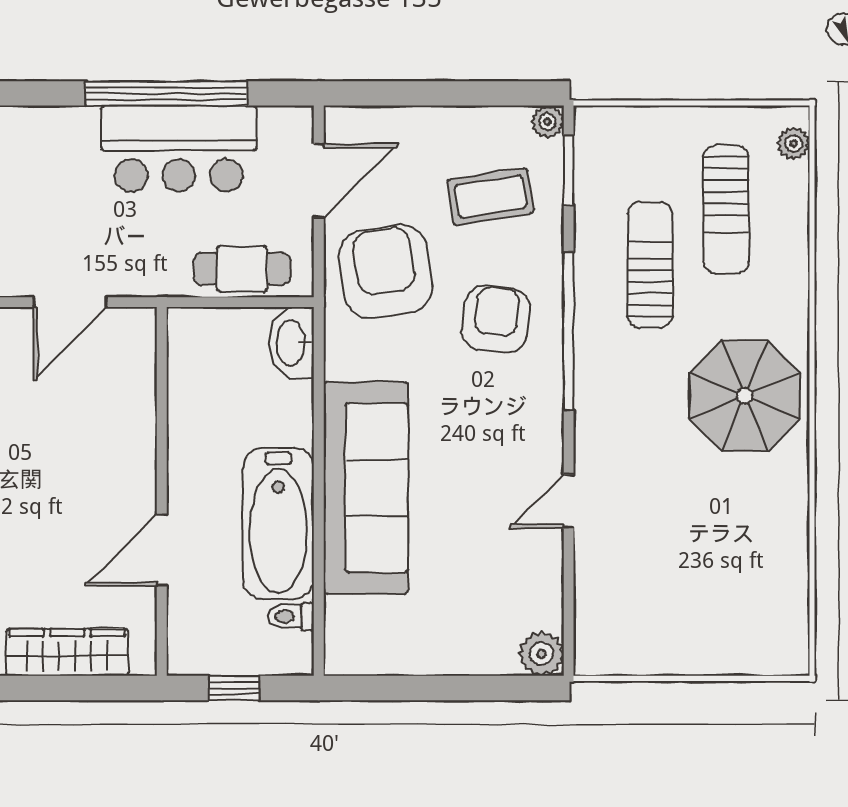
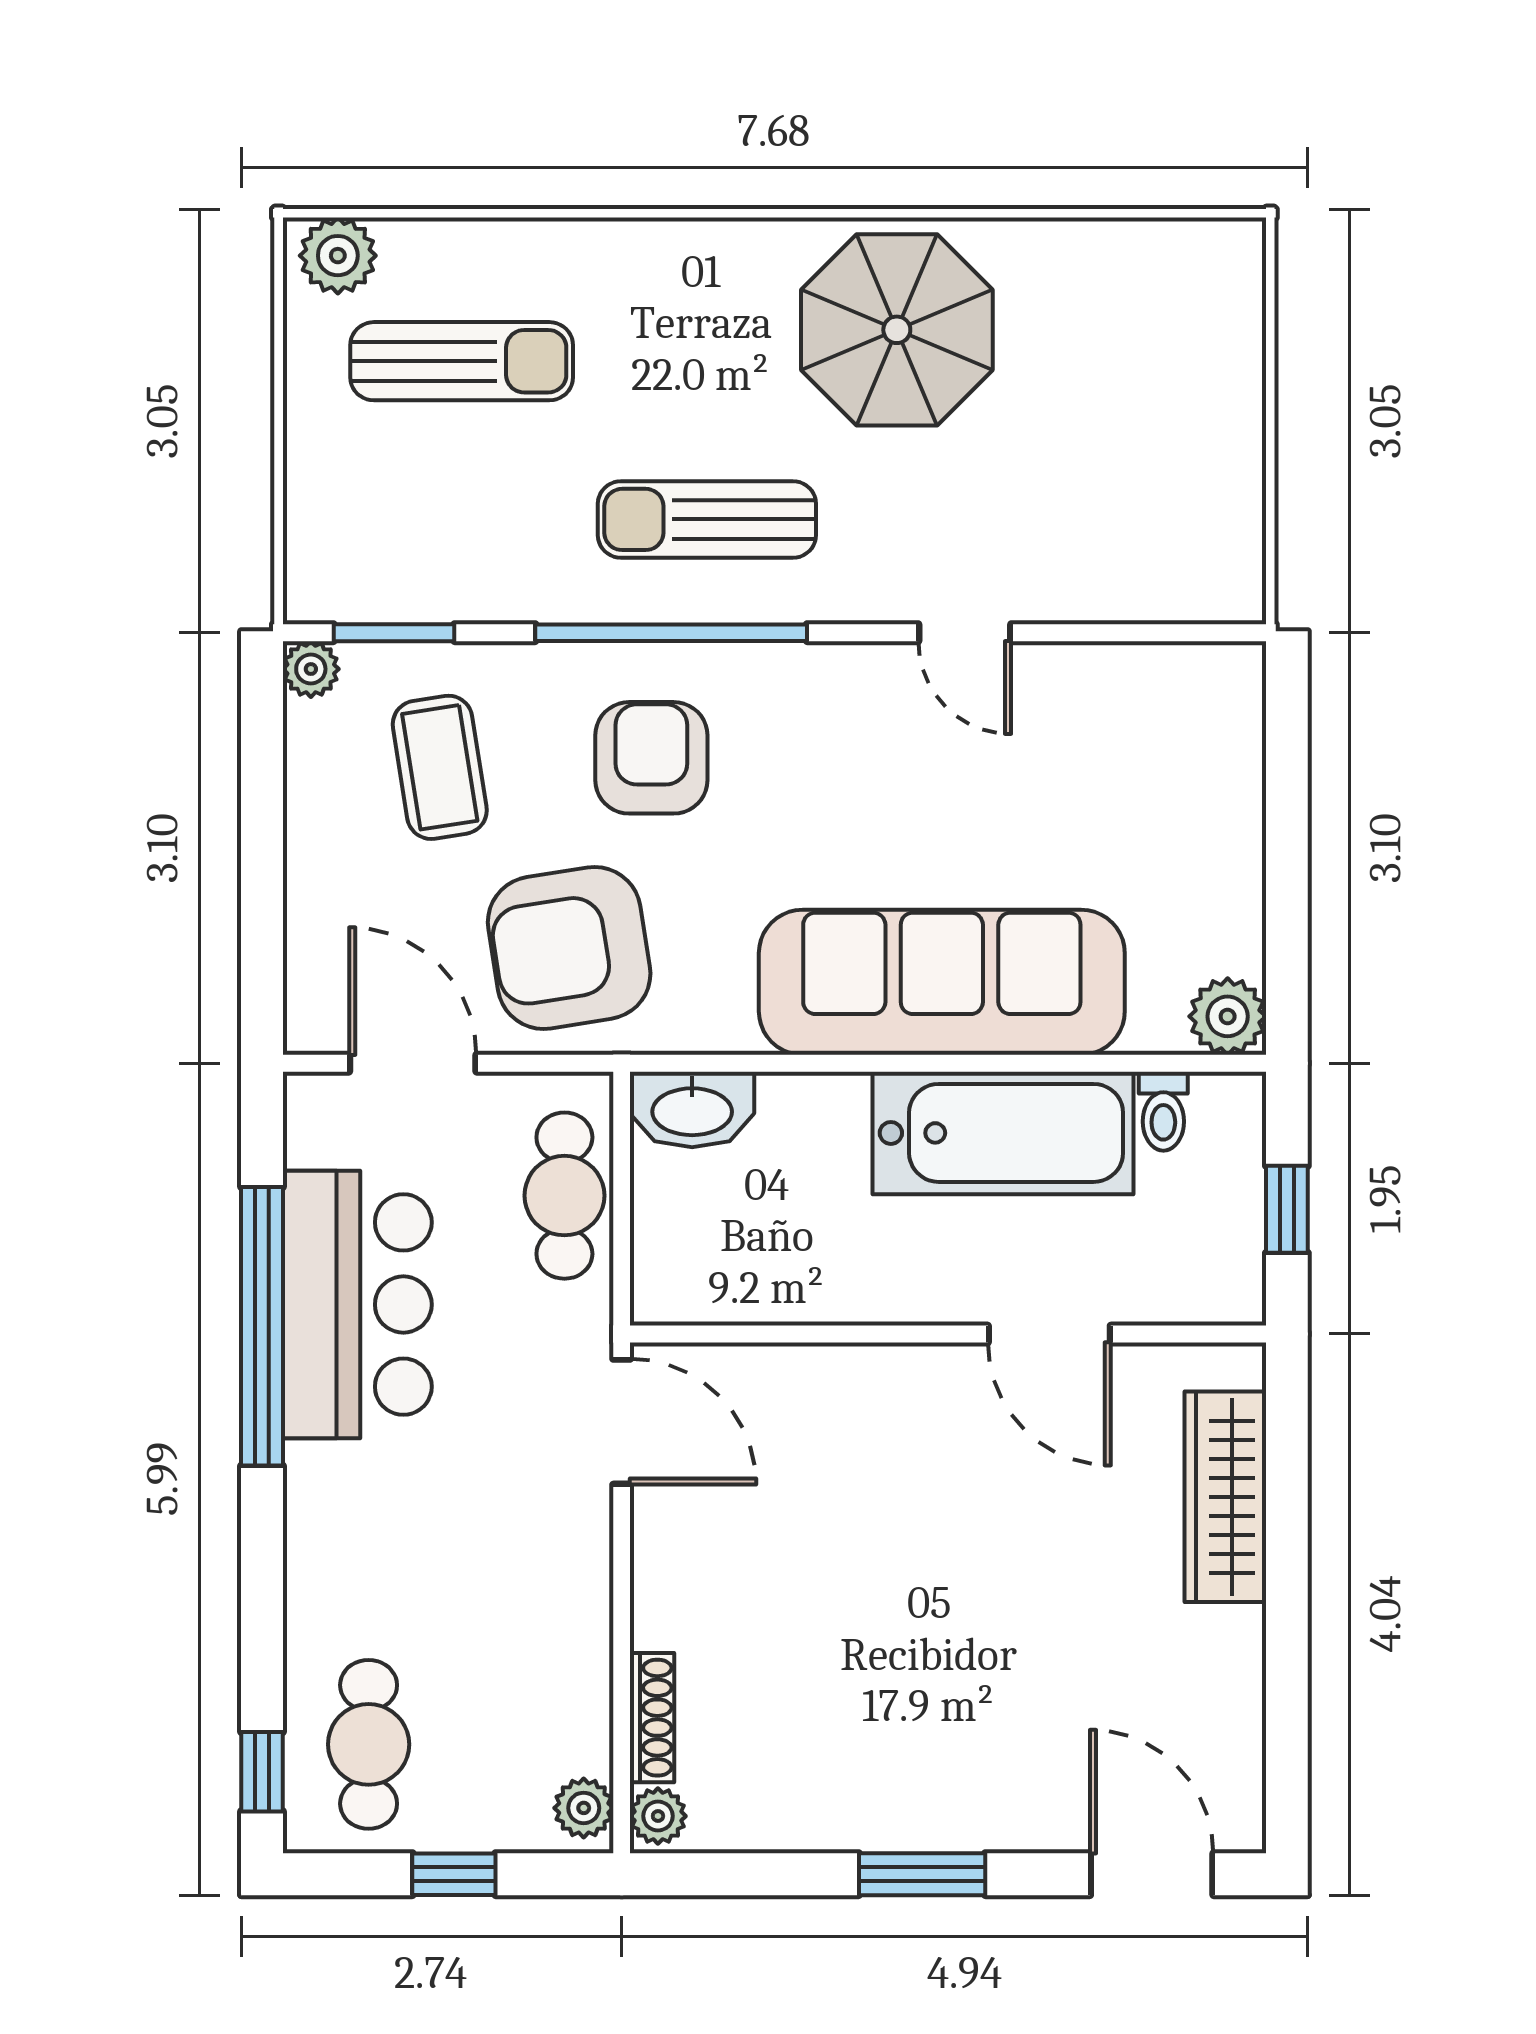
plant: (793, 143) -> (338, 256), width x1.38, depth x1.38
sun lounger: (650, 265) -> (707, 519), moved
door: (70, 302) -> (622, 1422), moved
armchair: (496, 319) -> (651, 758), turned 84
parasol: (745, 396) -> (897, 330), moved
plant: (541, 654) -> (1228, 1016), moved

